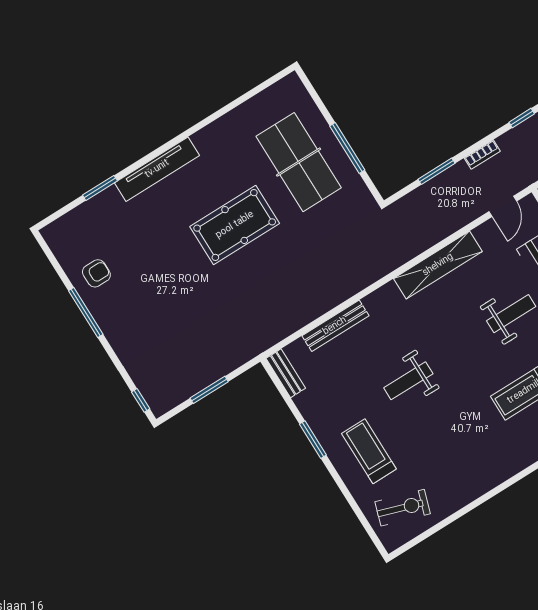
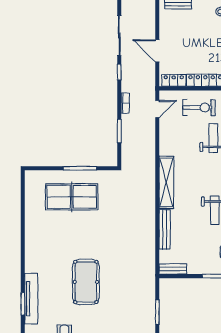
tv unit: (157, 169) -> (31, 299), moved
door: (503, 206) -> (157, 109), hinge flipped
pool table: (235, 225) -> (86, 282), moved
shelving: (438, 265) -> (166, 182), moved

